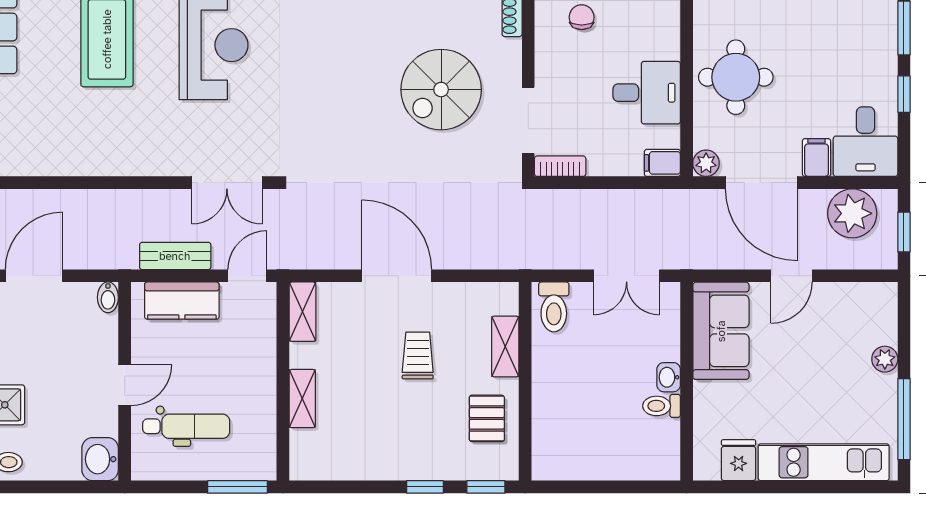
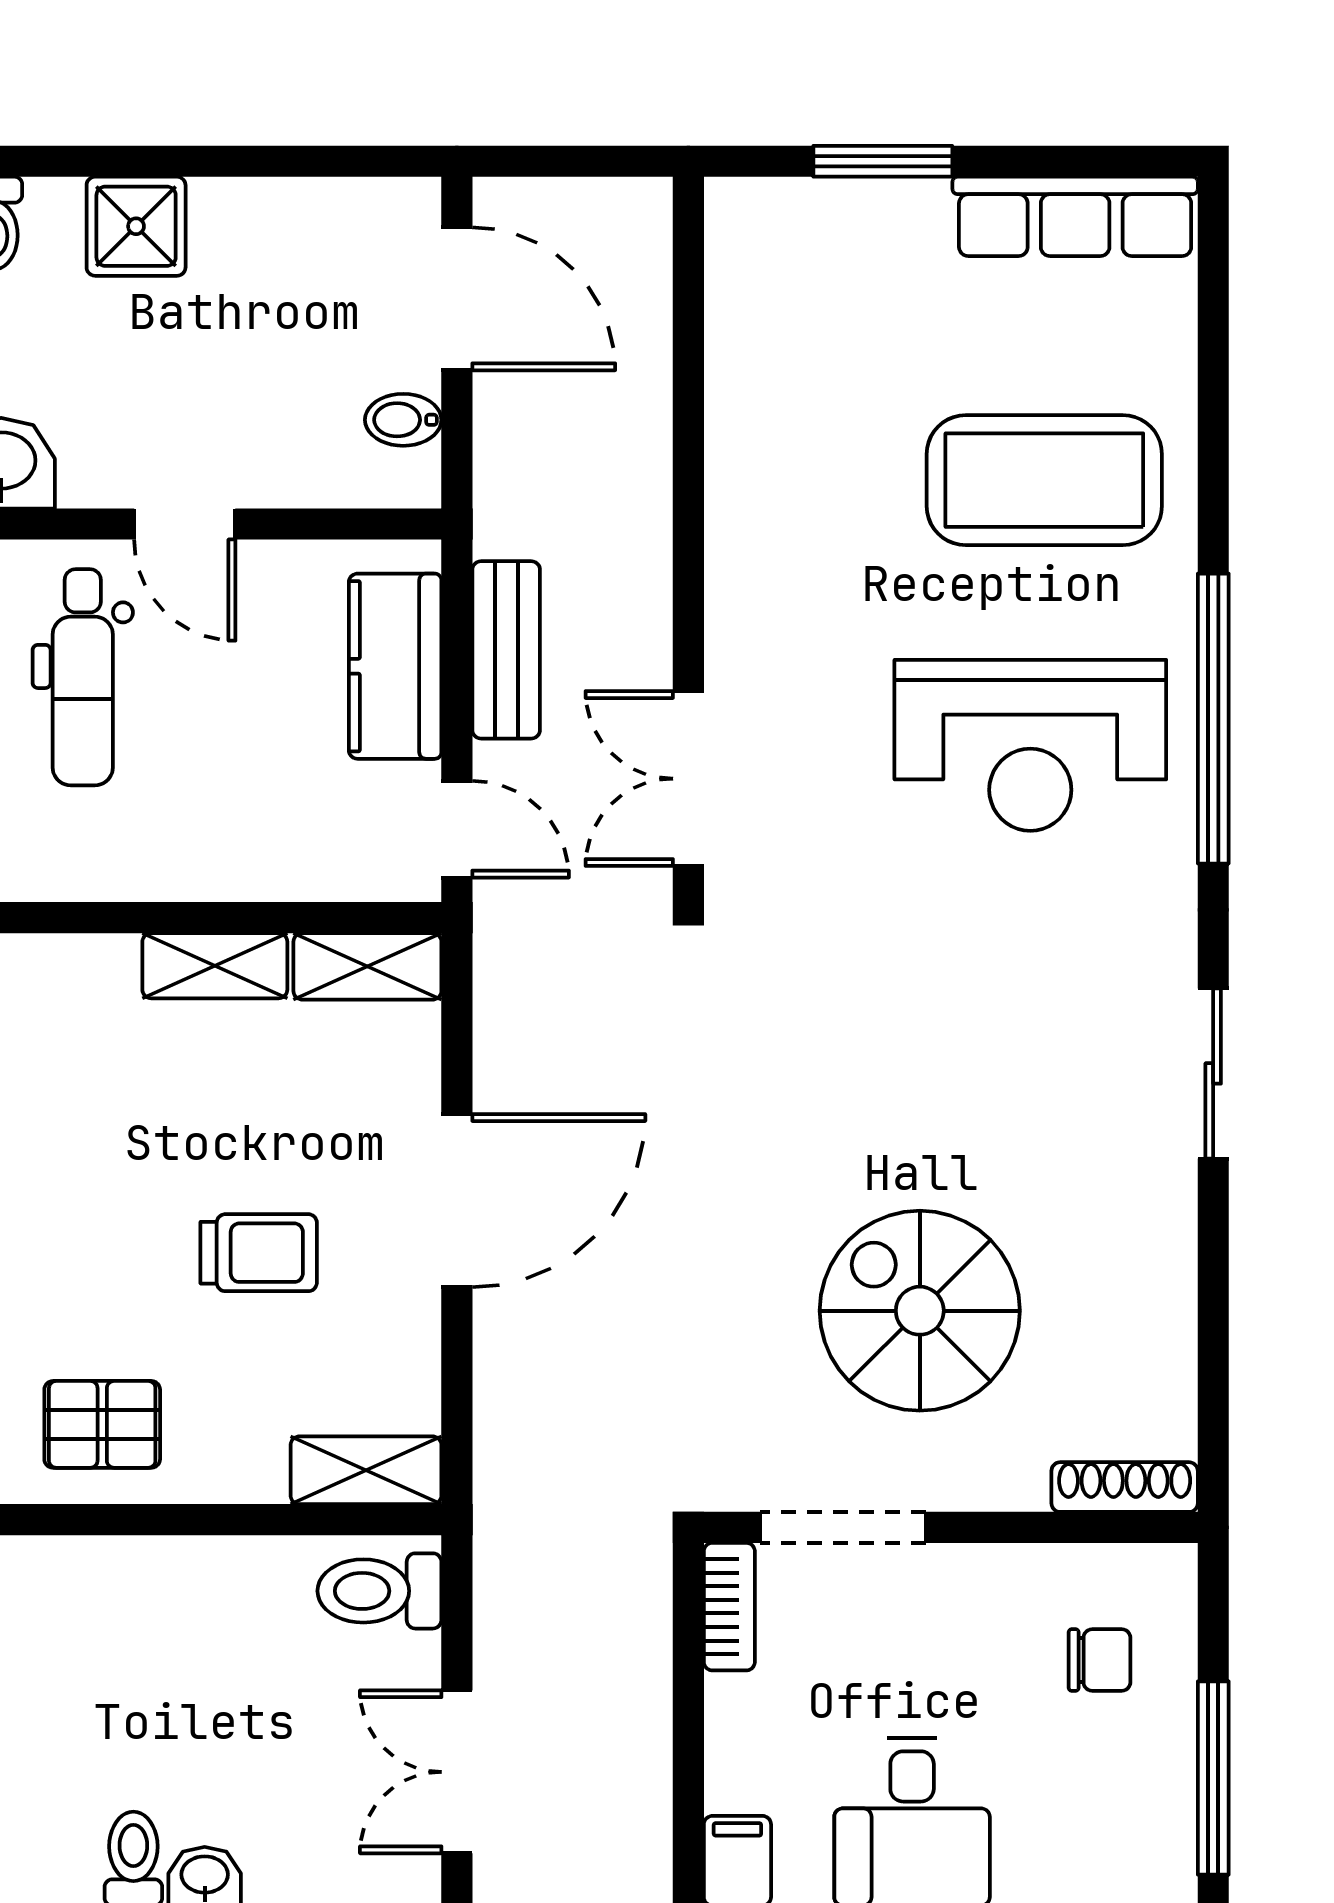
bidet: (108, 297) -> (403, 420), moved
shelving: (505, 347) -> (366, 1470), moved
shelving: (302, 399) -> (215, 966), moved

